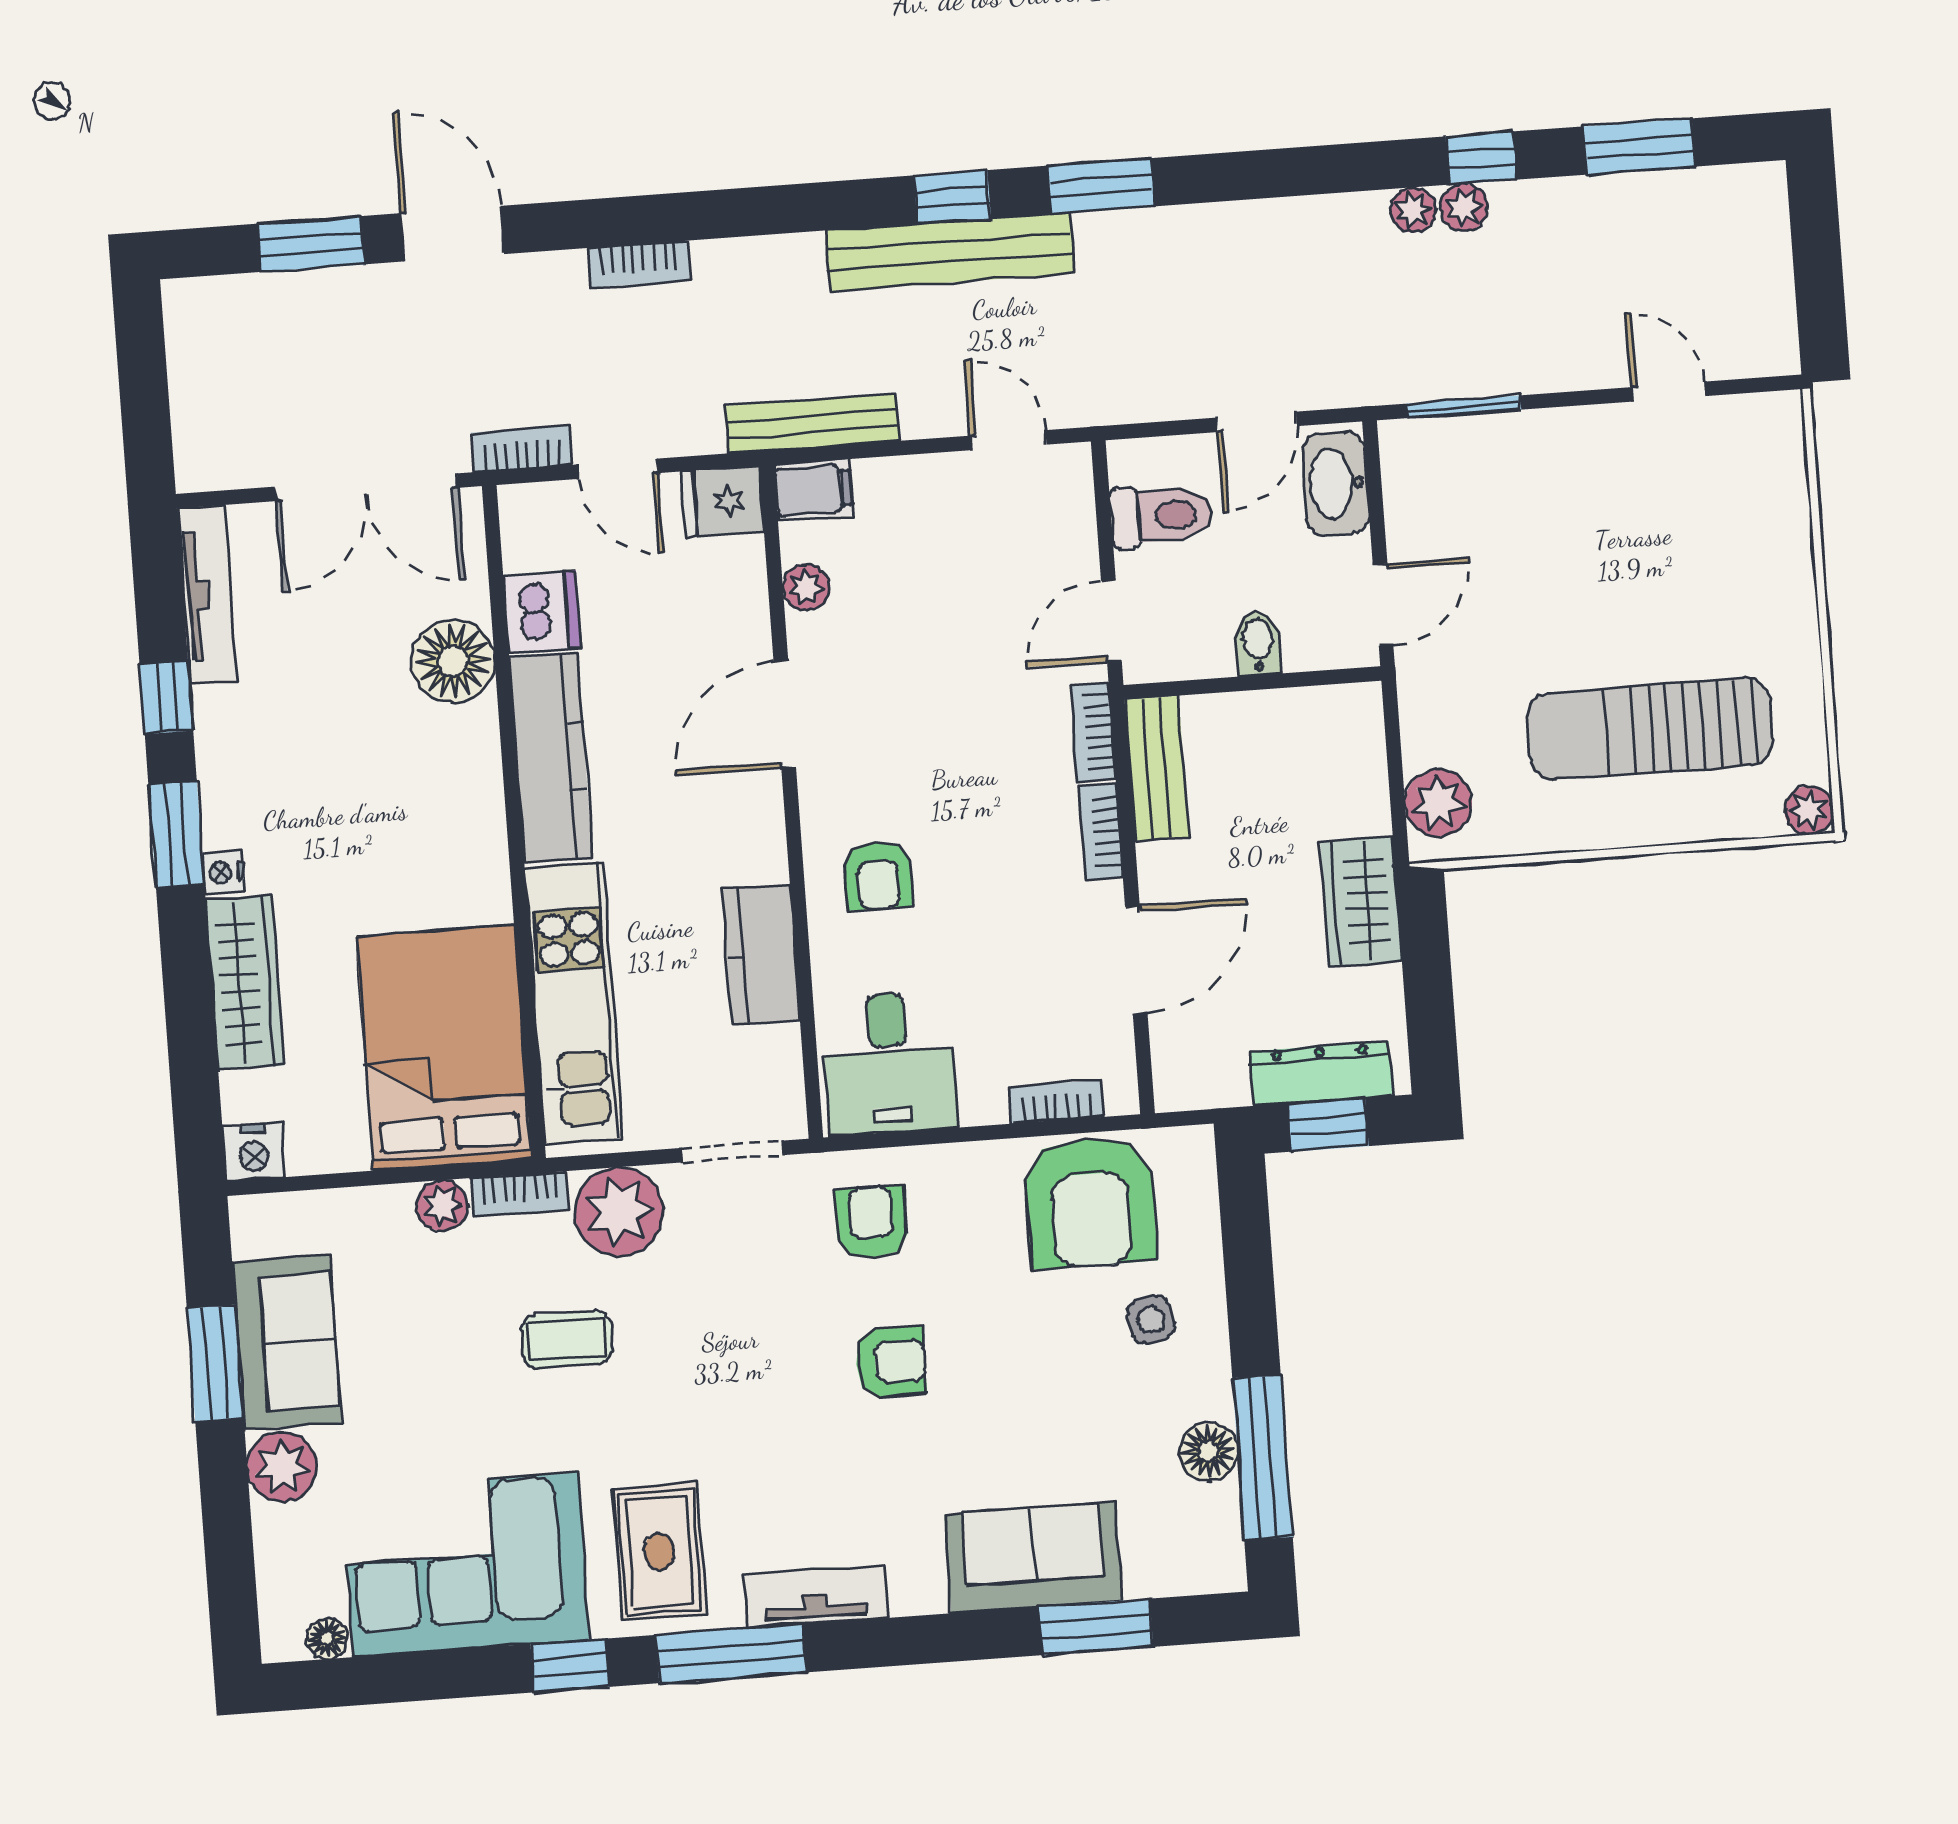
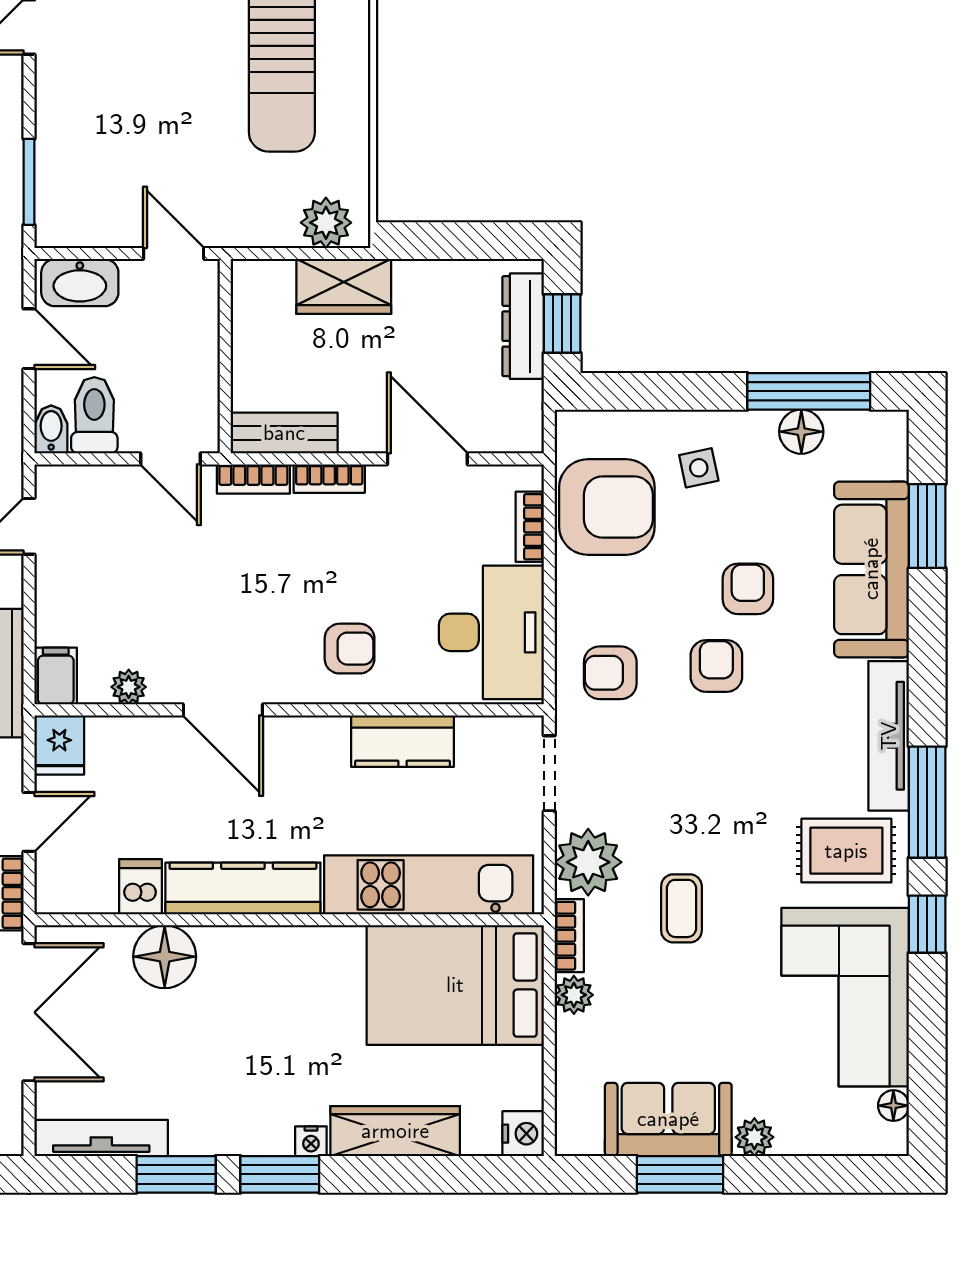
dishwasher: (542, 612) -> (140, 887), width x0.73
bidet: (1258, 643) -> (51, 429), moved, turned 90
window: (166, 697) -> (176, 1174), width x1.50
wardrobe: (1361, 902) -> (344, 286), moved
desk: (889, 1063) -> (491, 632), width x1.37
armchair: (996, 1396) -> (748, 589), added
plant: (282, 1467) -> (754, 1137), width x0.73, depth x0.73
sofa: (1033, 1558) -> (871, 569), width x1.36
tv unit: (815, 1596) -> (889, 736), width x1.41

